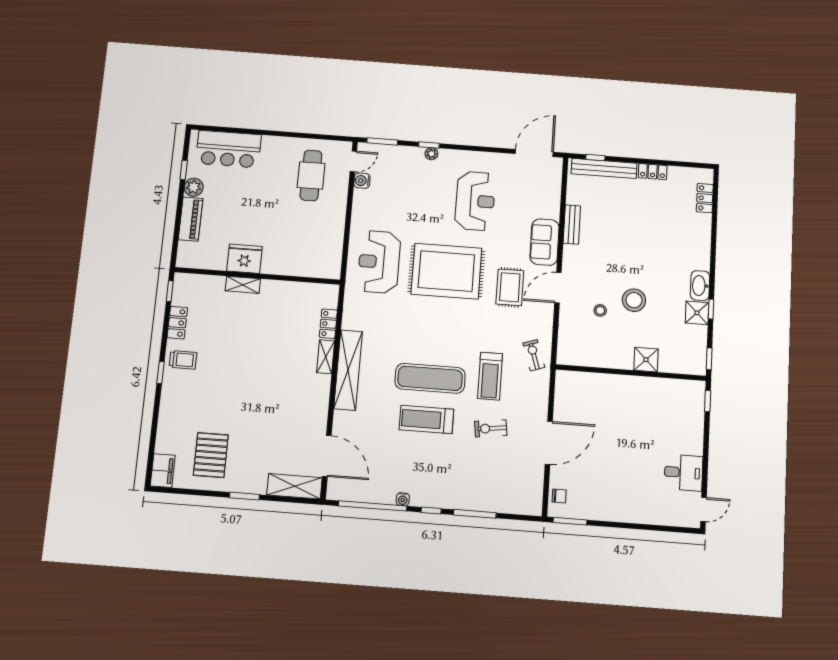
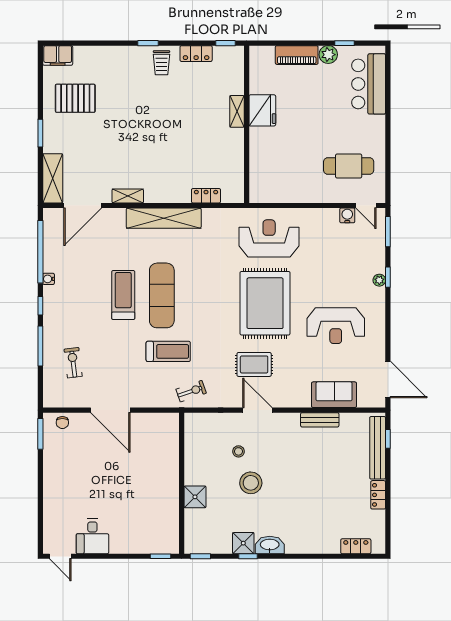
sofa: (545, 242) -> (334, 395), moved
shelving: (326, 357) -> (128, 196), moved
treadmill: (490, 376) -> (168, 351), turned 180
exercise bike: (491, 428) -> (73, 363), moved

